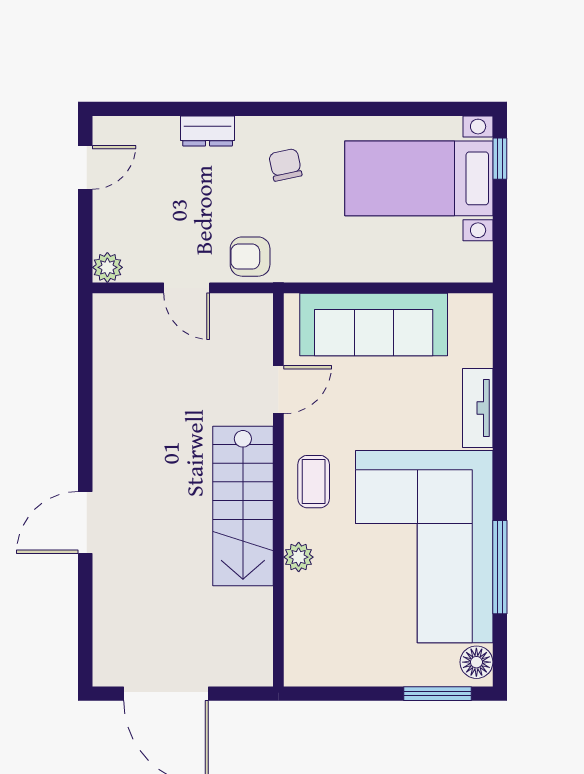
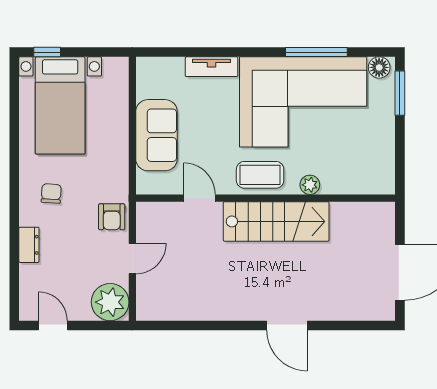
chair: (285, 165) -> (51, 193), turned 106
plant: (107, 267) -> (110, 302), width x1.88, depth x1.88
sofa: (374, 324) -> (156, 135), width x0.73
coffee table: (314, 482) -> (260, 175), width x1.36, depth x1.30

